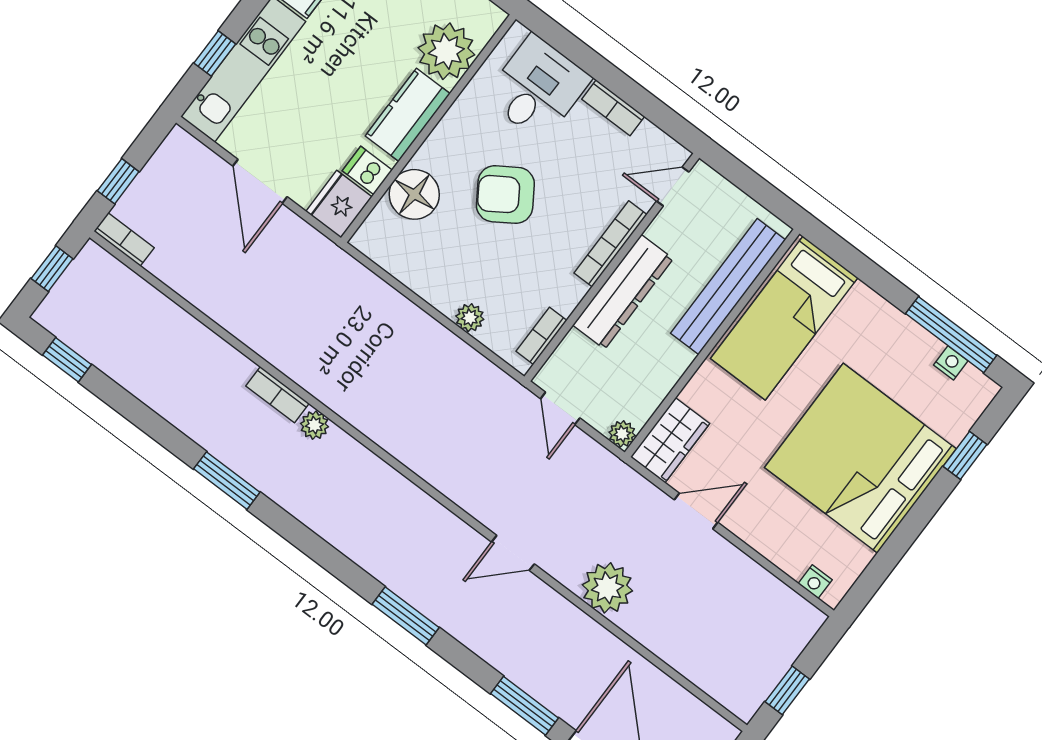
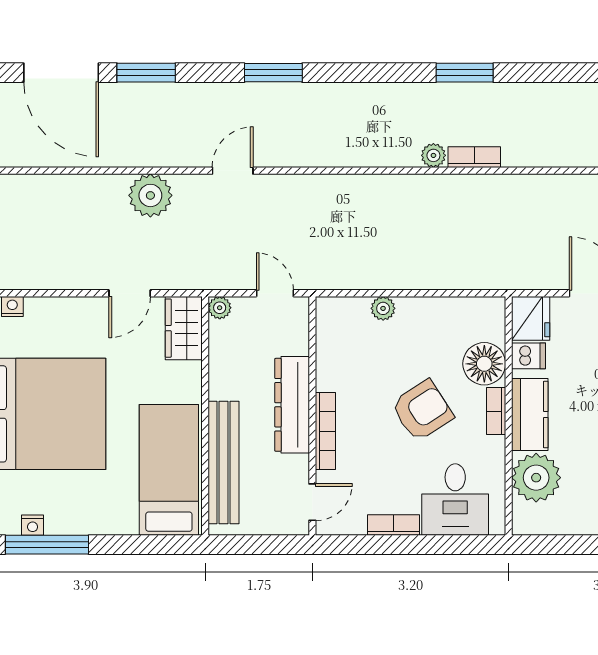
bookcase: (541, 336) -> (496, 411), moved, turned 180

